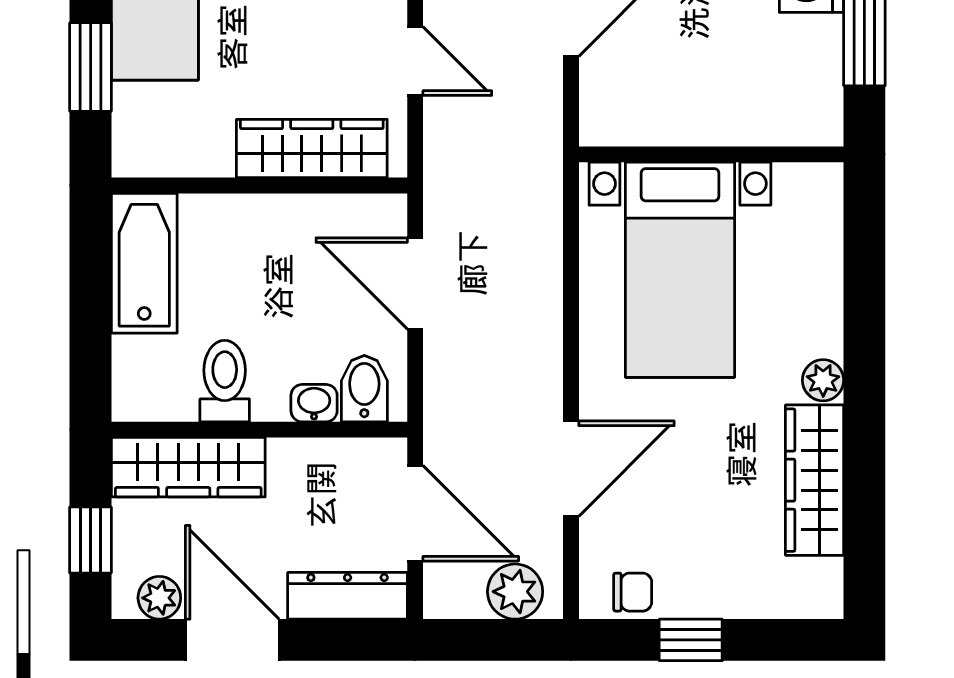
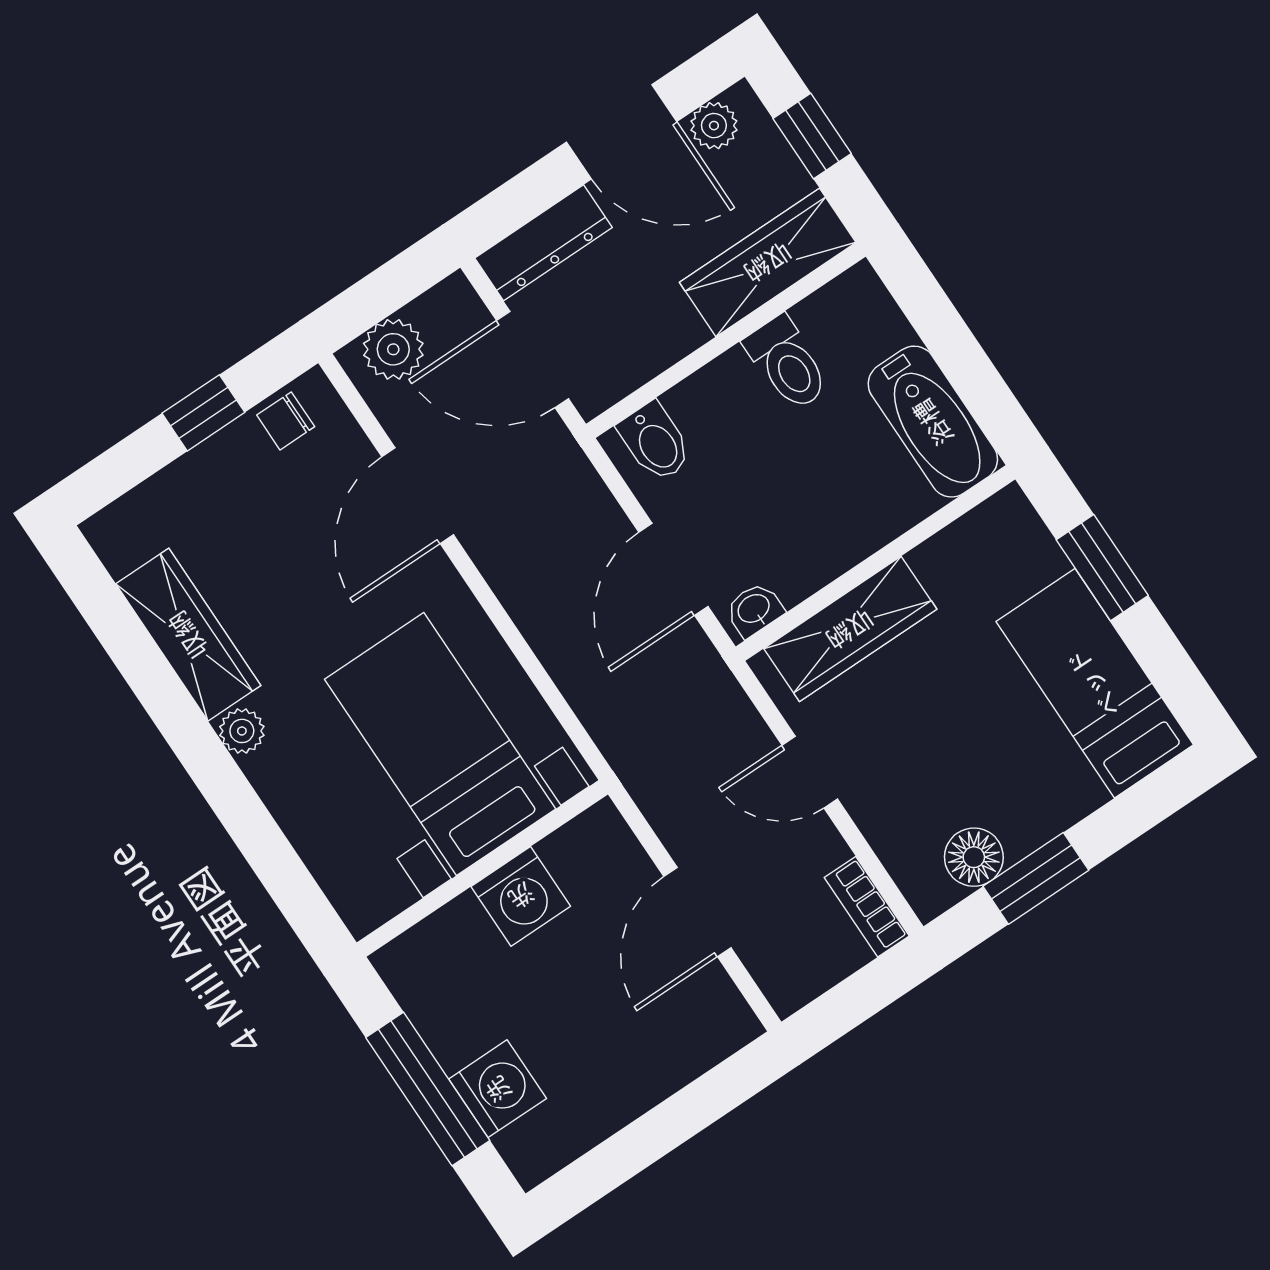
washing machine: (696, 114) -> (521, 896), added
door: (415, 283) -> (673, 569), swing flipped
washbasin: (314, 403) -> (754, 609), moved, turned 180

